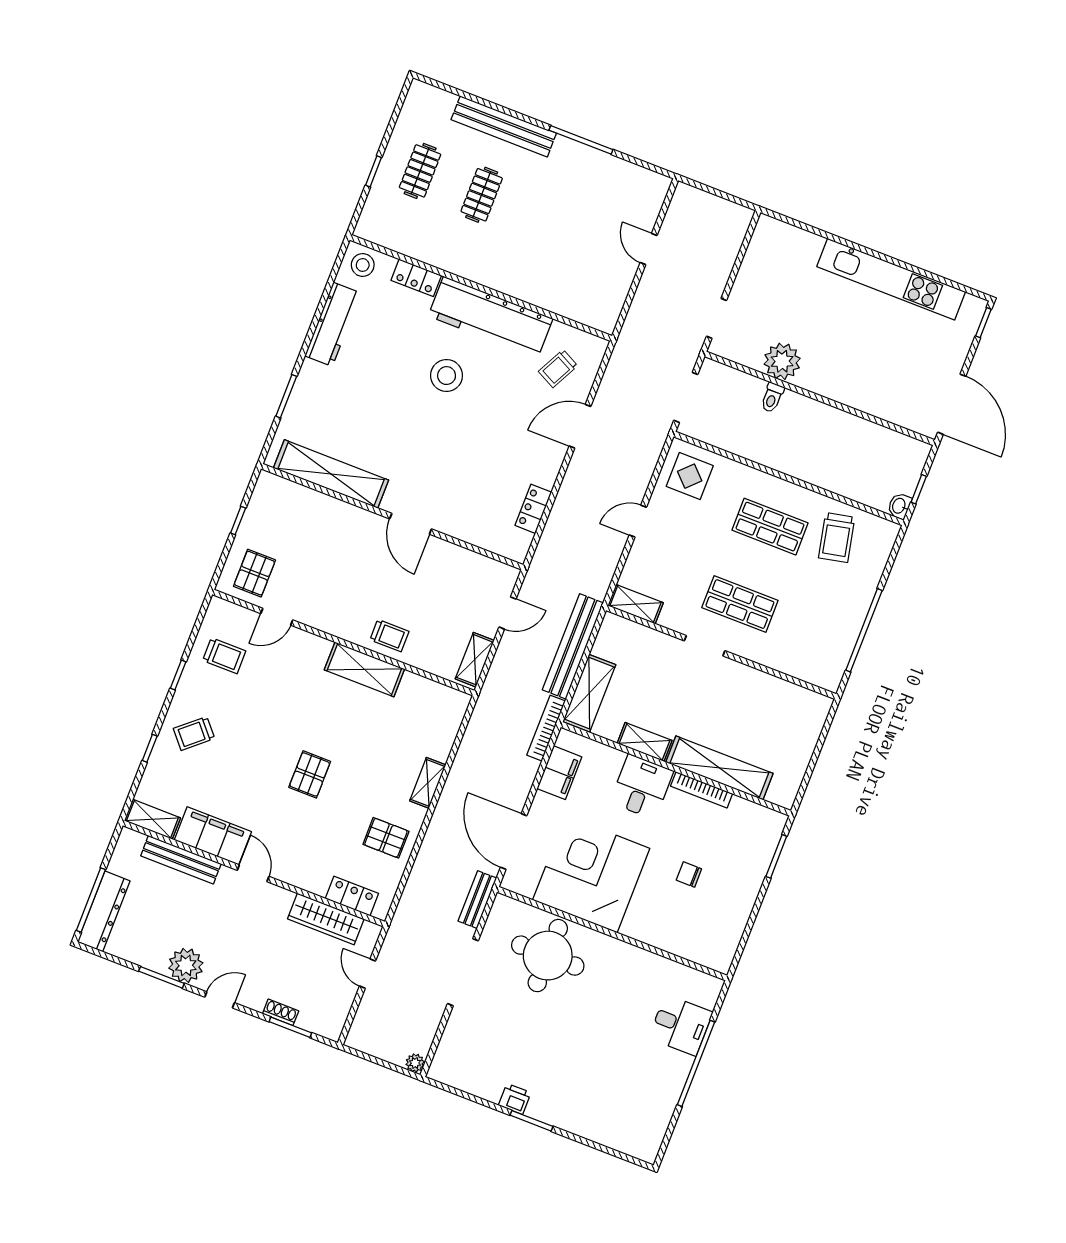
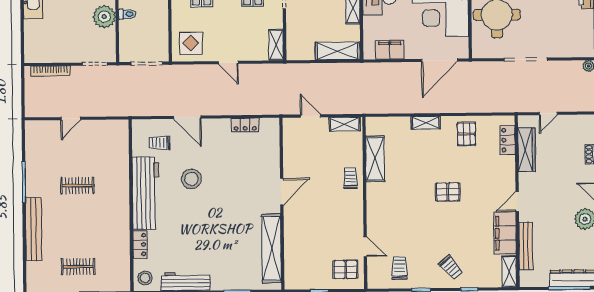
clothes rail: (482, 195) -> (77, 186), moved
trolley: (558, 369) -> (160, 143), turned 153
stool: (447, 376) -> (191, 179), moved
bench: (573, 646) -> (315, 71), removed
shelving: (364, 669) -> (375, 159), moved
bookcase: (546, 728) -> (51, 71), moved
bench: (477, 900) -> (481, 68), removed

